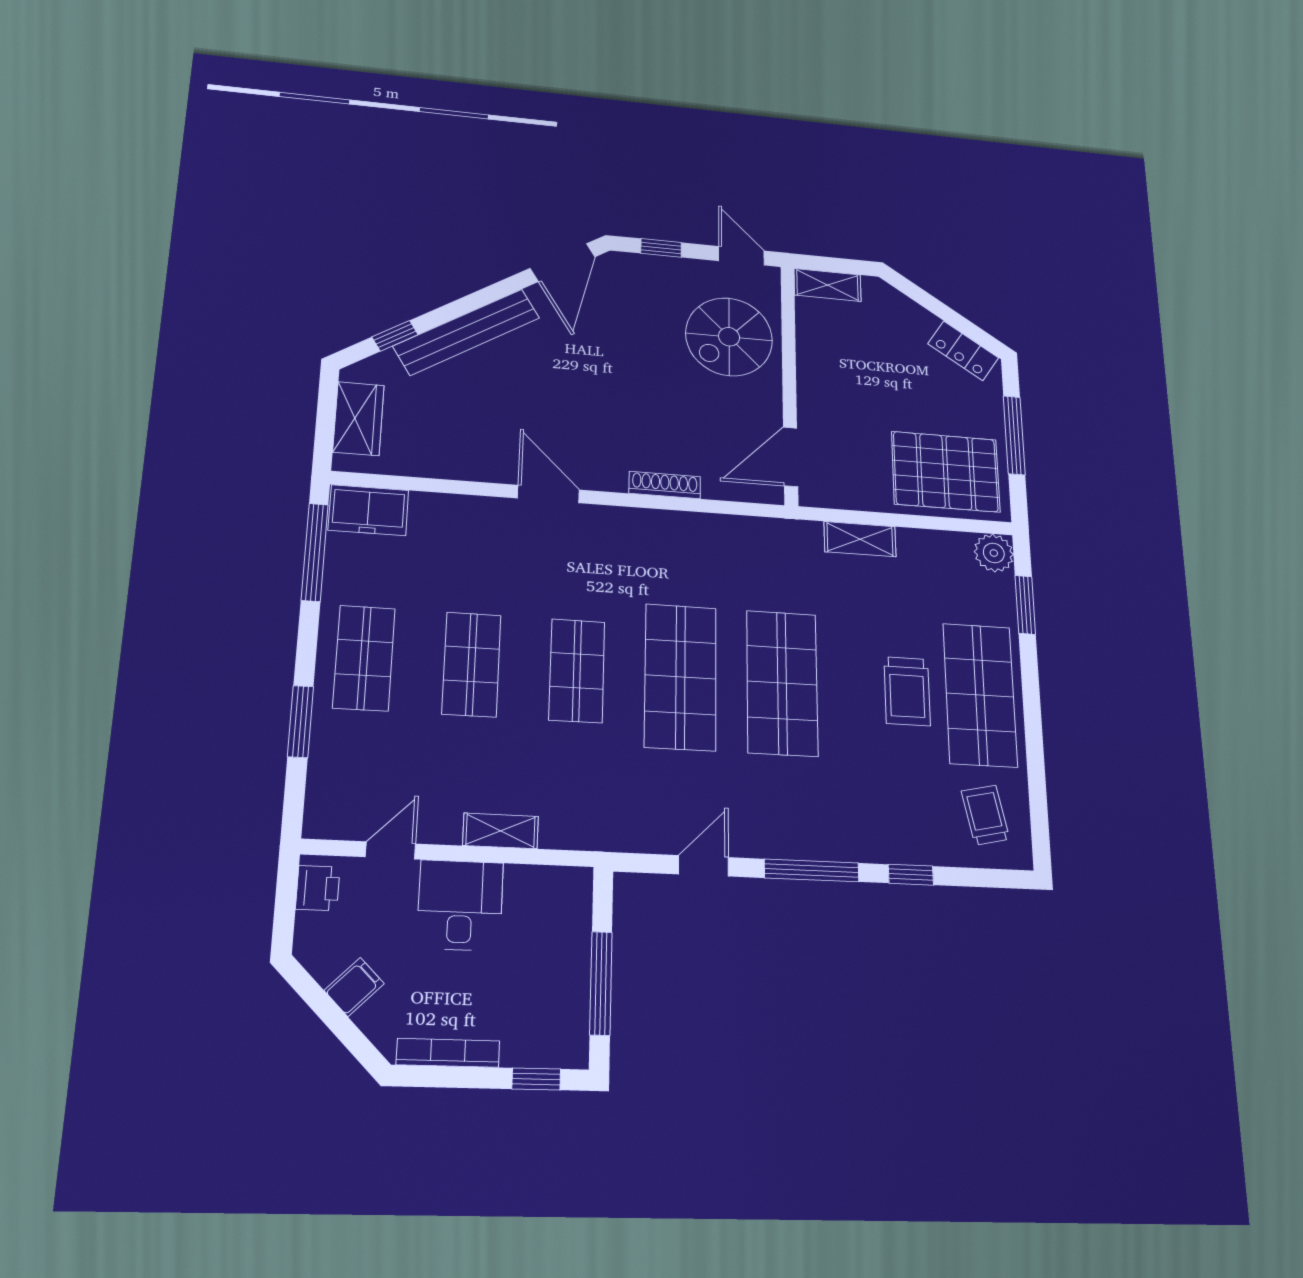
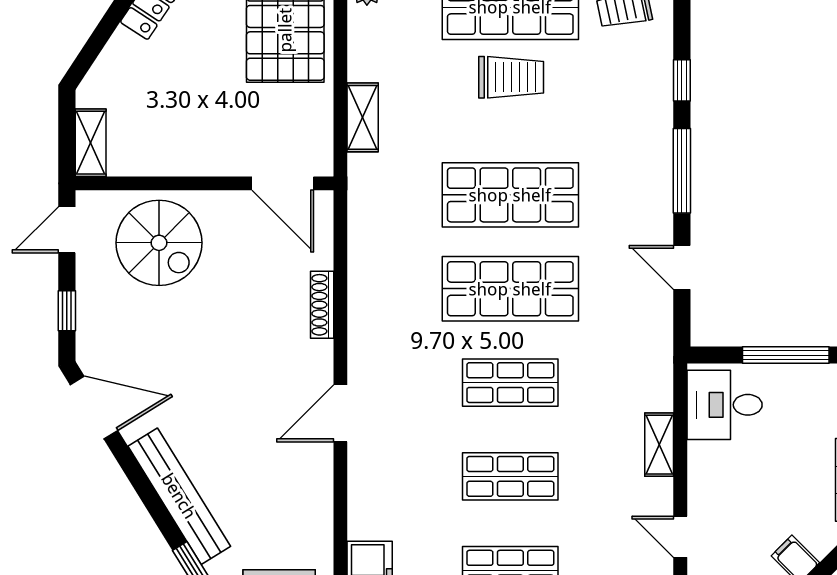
desk: (460, 905) -> (724, 405), moved

